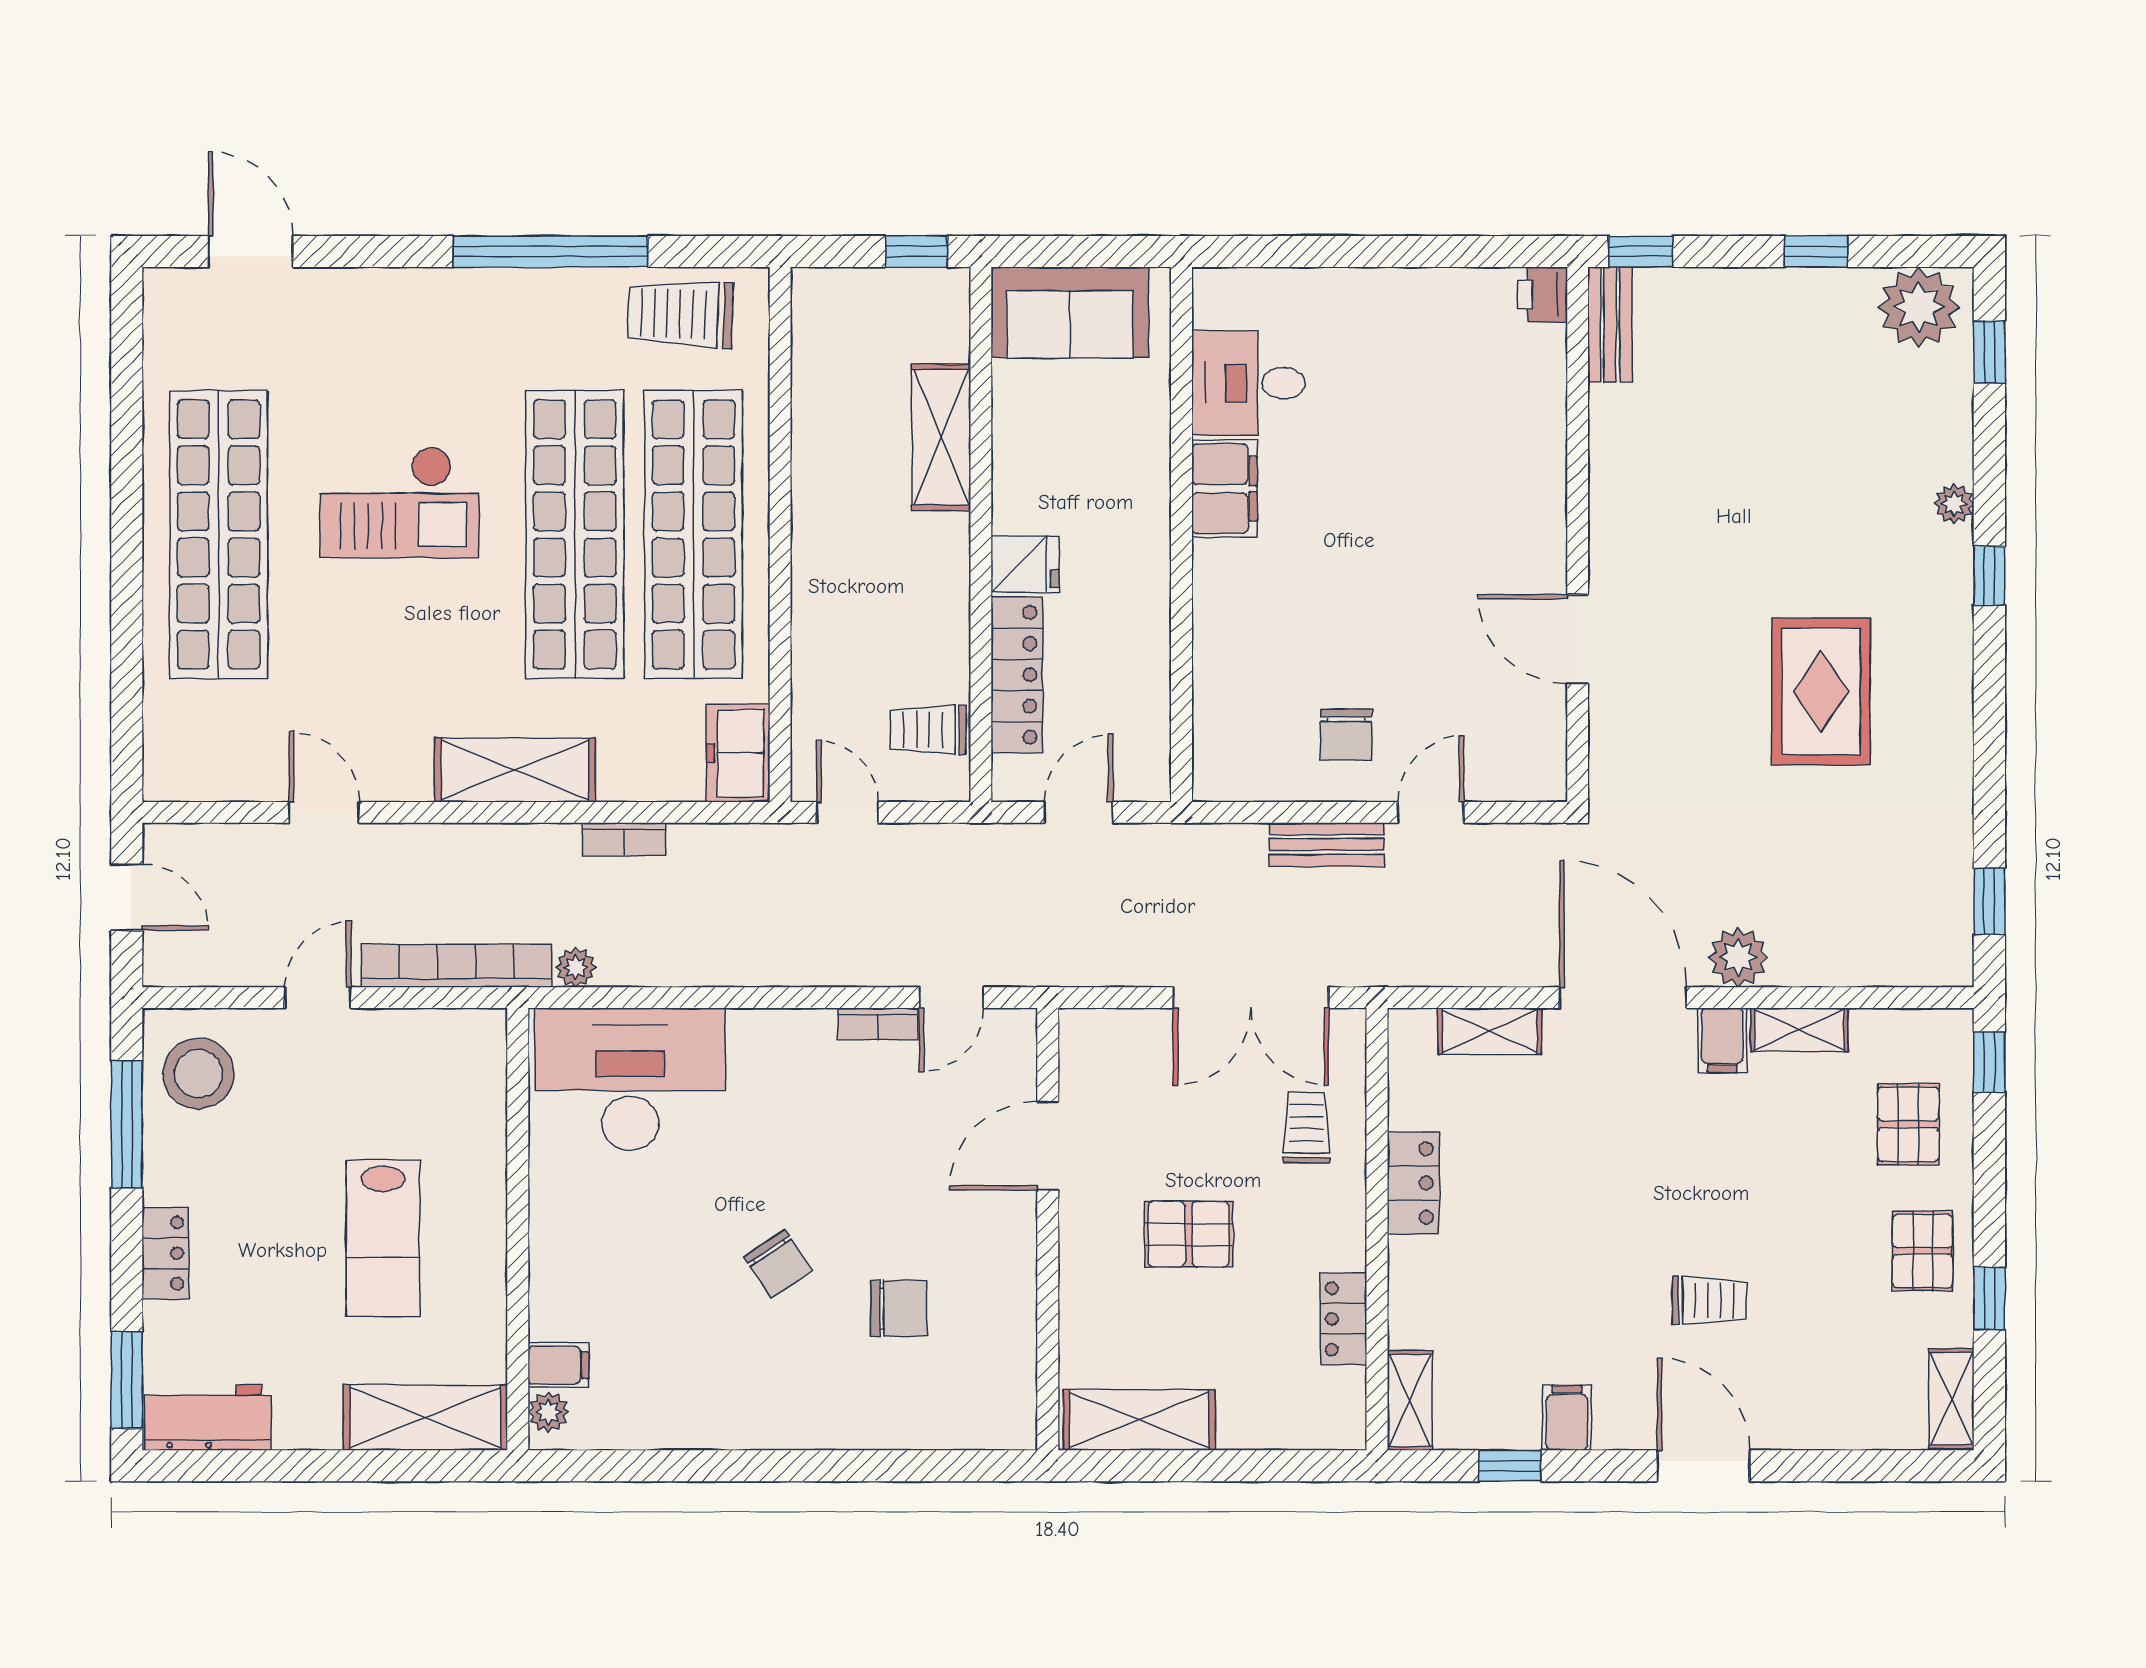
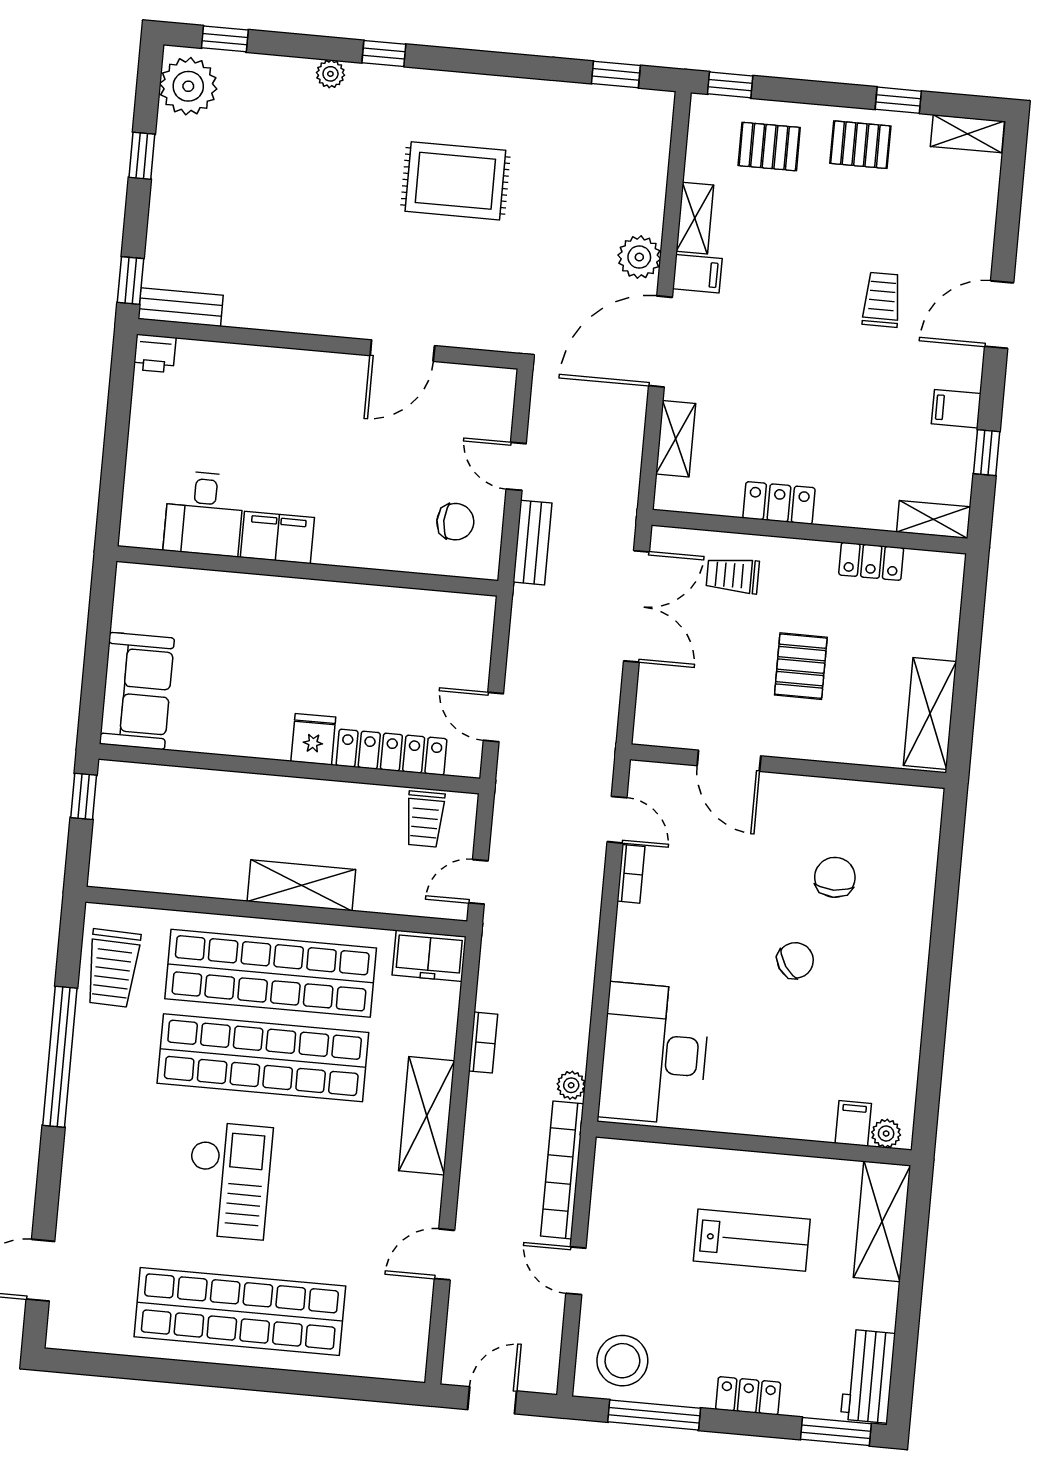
desk: (1248, 383) -> (204, 513), moved
shelving: (941, 437) -> (301, 885), moved
filing cabinet: (1224, 489) -> (277, 537), moved
wall: (1182, 534) -> (307, 571), moved

